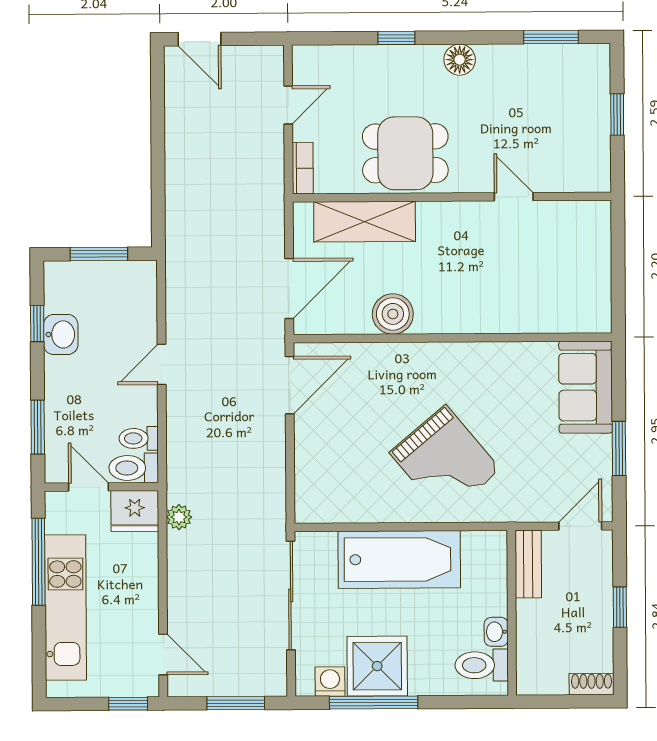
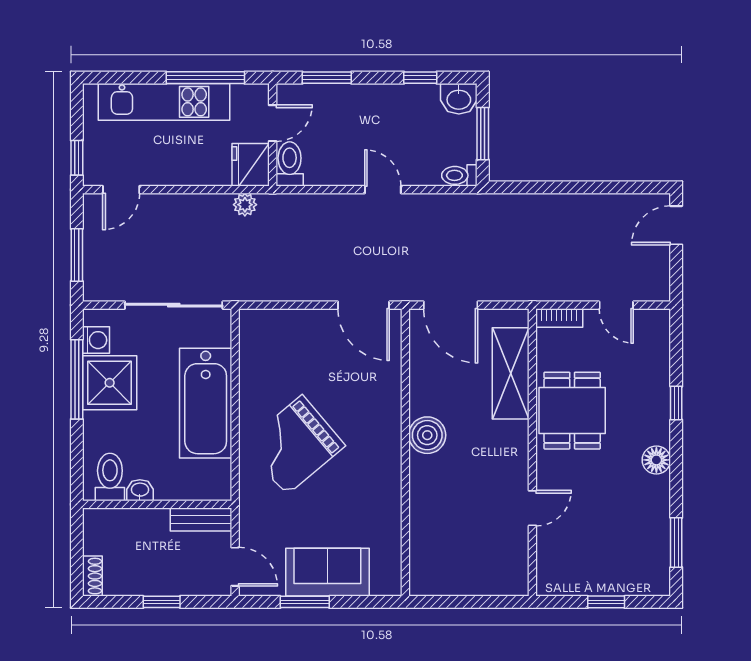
boiler: (393, 314) -> (427, 435), moved
washbasin: (61, 334) -> (459, 99), moved
sofa: (586, 387) -> (327, 572), moved
toilet: (139, 438) -> (459, 175), moved, turned -90

